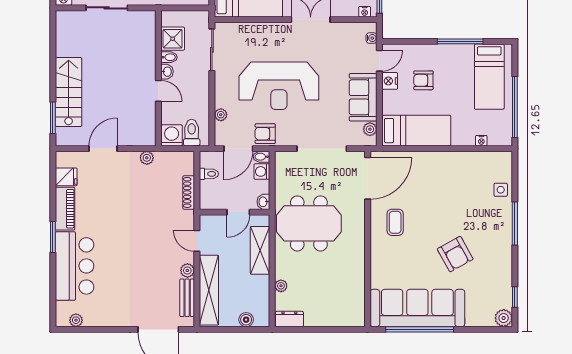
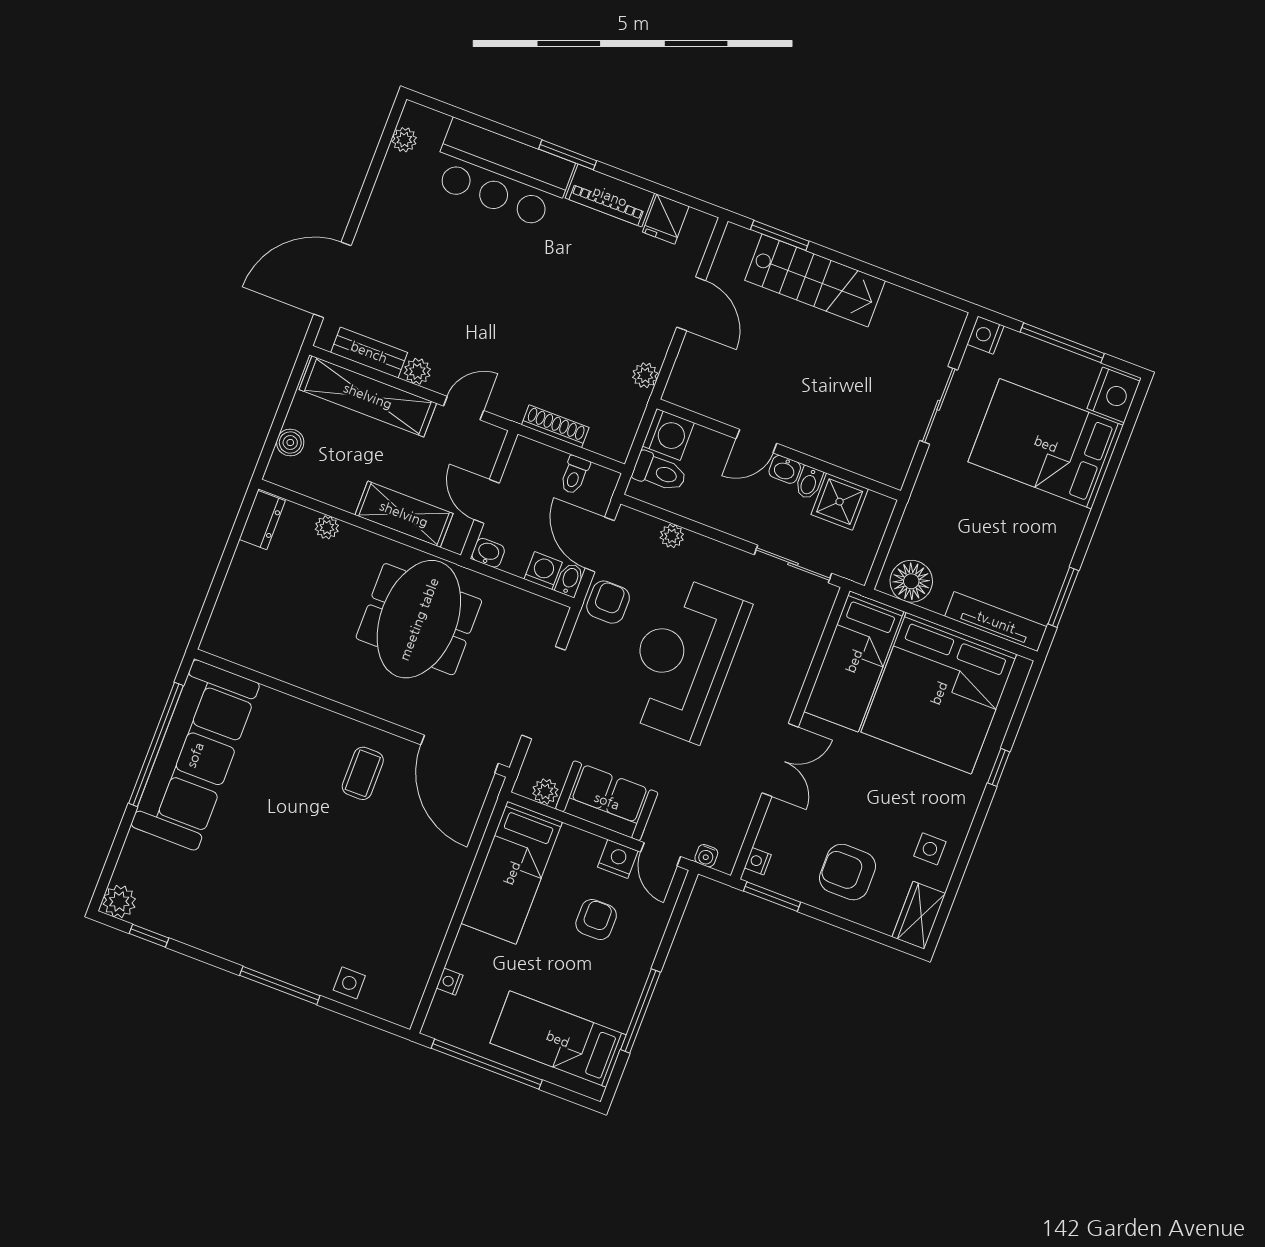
coffee table: (395, 222) -> (363, 773), turned 90
armchair: (455, 254) -> (266, 859), removed

